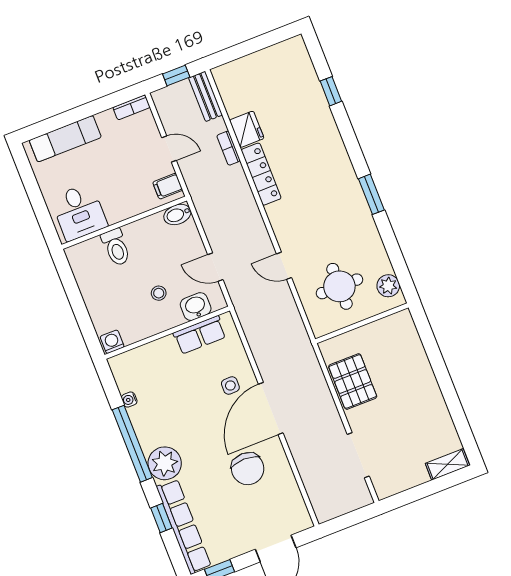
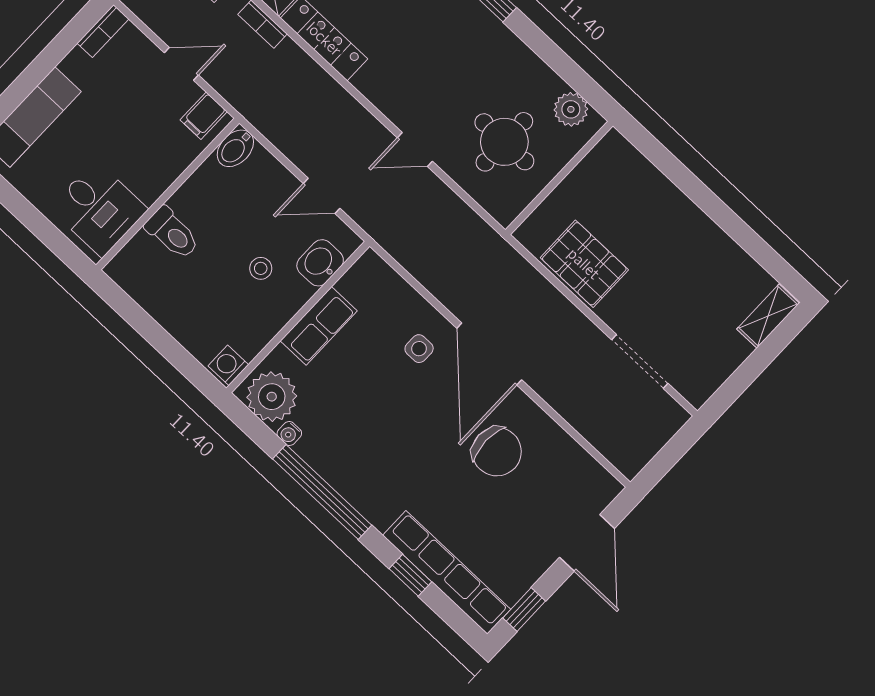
row of seats: (200, 335) -> (319, 326), moved
plant: (165, 463) -> (272, 397), moved

